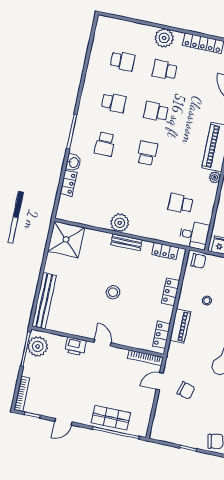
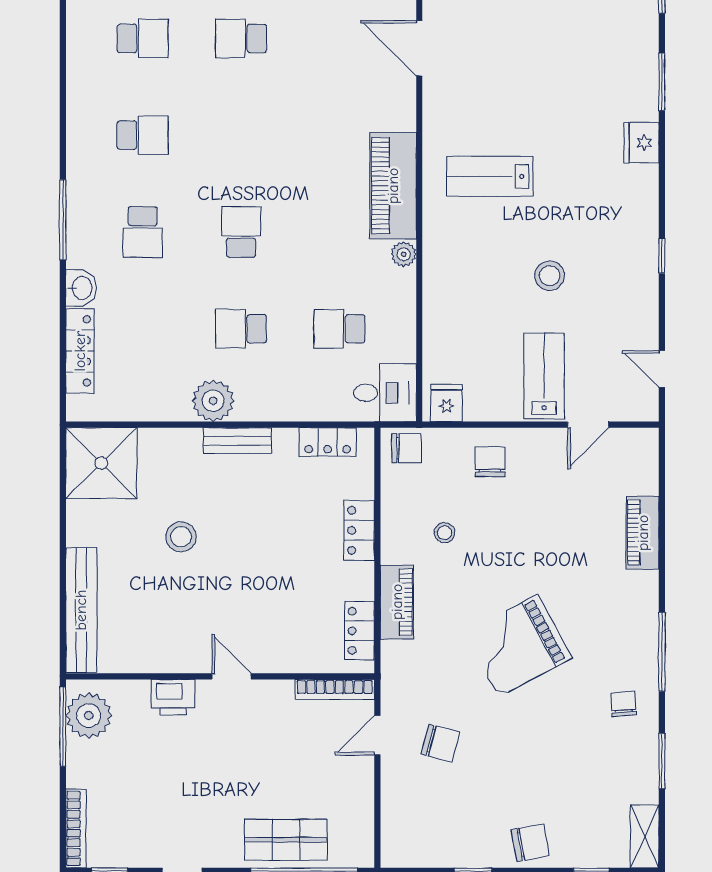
school desk: (156, 112) -> (241, 329), moved
locker: (68, 183) -> (80, 351), width x1.53
stool: (113, 292) -> (181, 537), moved

